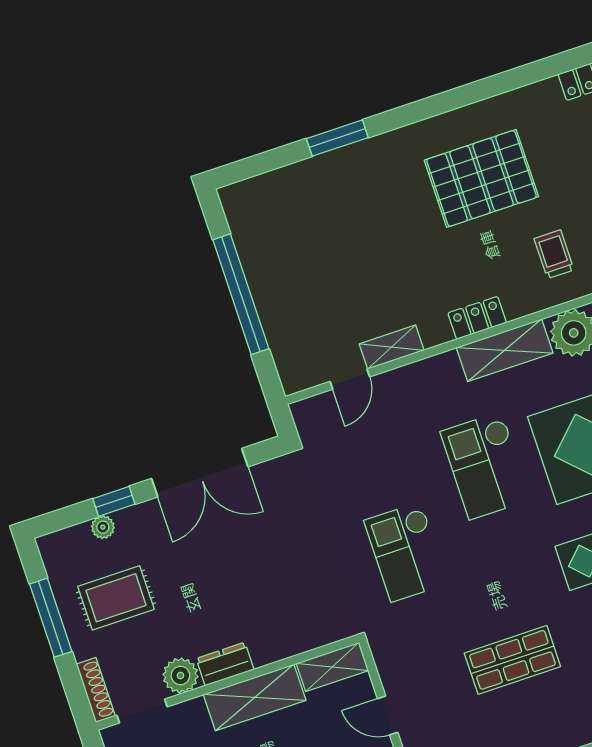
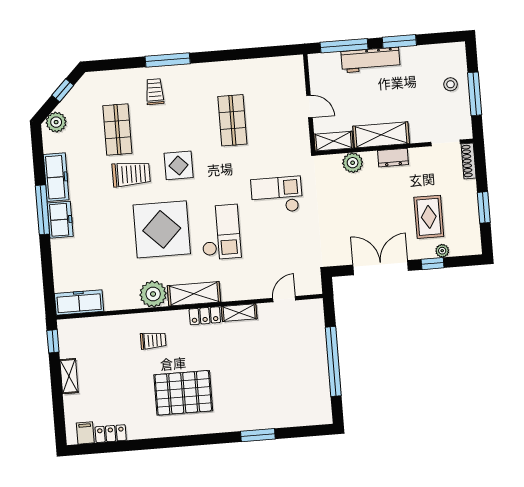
trolley: (554, 254) -> (153, 341), turned -90
shelving: (392, 347) -> (239, 313), moved
checkout: (406, 552) -> (277, 195), turned -90
rug: (116, 598) -> (429, 217), moved, turned 90
window: (51, 618) -> (484, 207), width x0.69
shop shelf: (512, 660) -> (232, 120), turned 90
plant: (180, 675) -> (353, 163), moved

